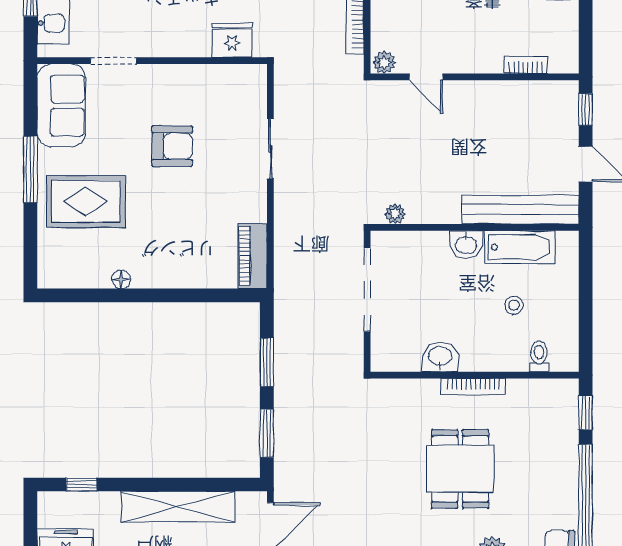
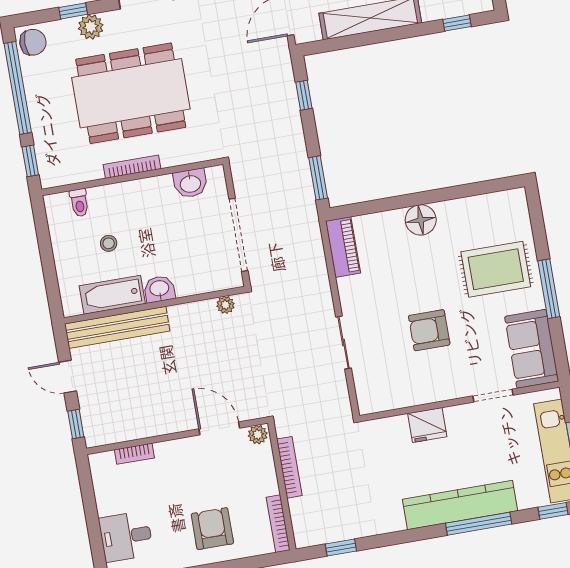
fridge: (232, 40) -> (427, 425), moved
door: (426, 77) -> (219, 428), width x1.37
floor lamp: (121, 279) -> (421, 220), moved, width x1.89, depth x1.89
washbasin: (440, 357) -> (190, 183), moved
window: (267, 362) -> (318, 178), moved
window: (267, 433) -> (304, 95), width x0.67
dining table: (460, 469) -> (131, 93), width x1.88, depth x1.24

